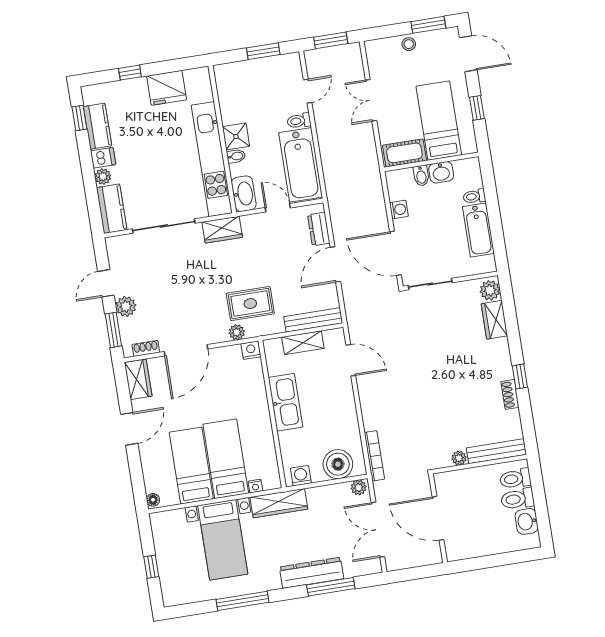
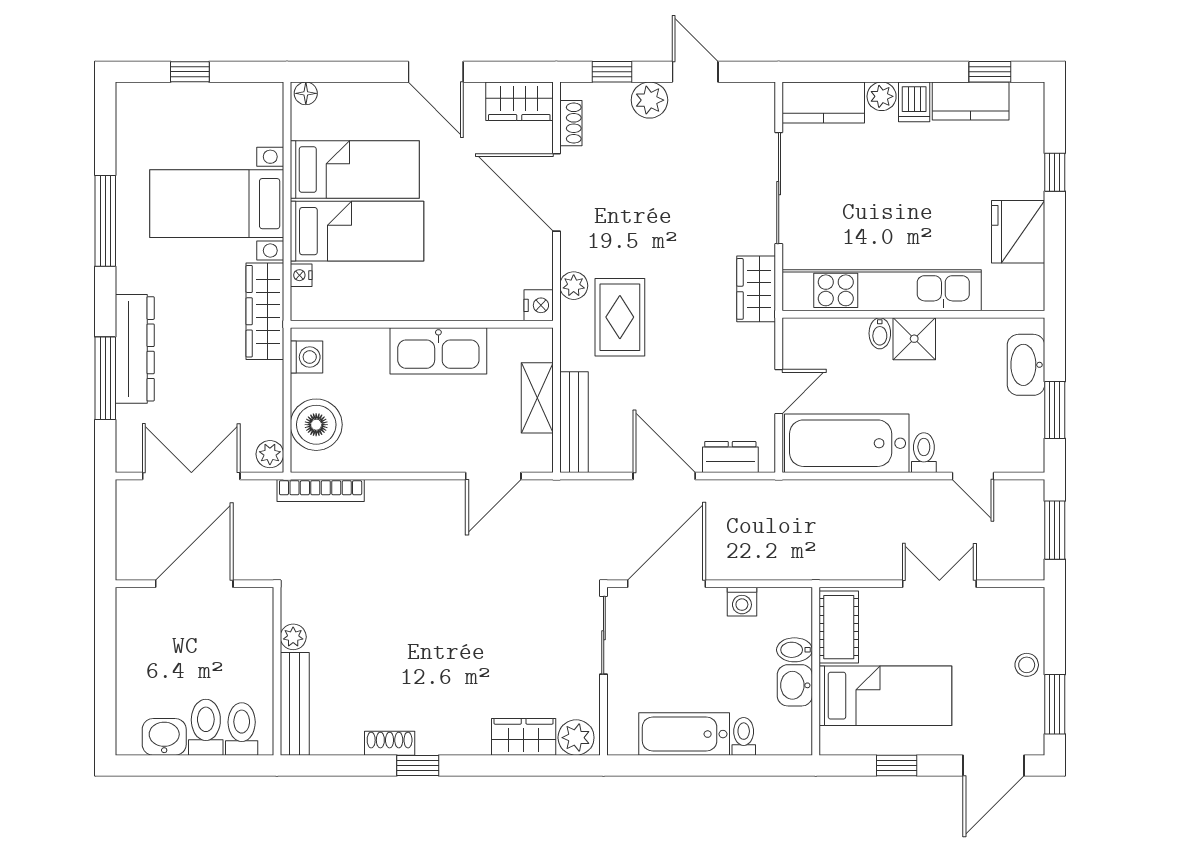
washbasin: (244, 194) -> (1026, 365), moved, turned 90
window: (113, 330) -> (612, 72), width x0.67

